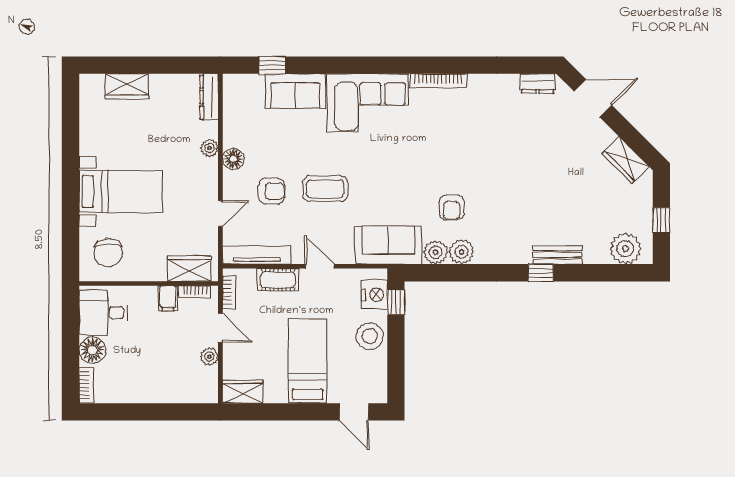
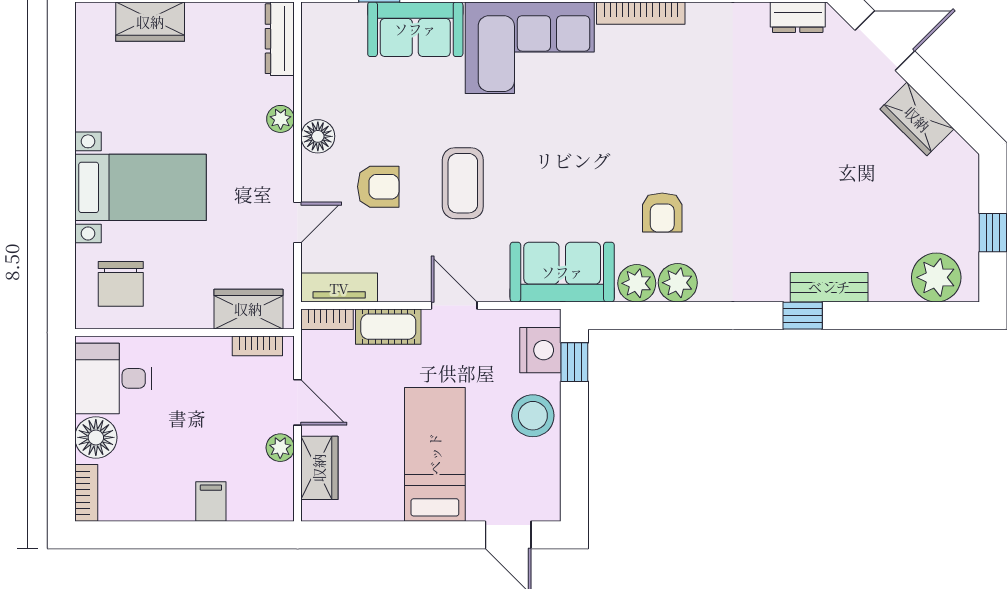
wardrobe: (625, 160) -> (917, 119), moved
coffee table: (325, 189) -> (463, 183), turned 90
tv unit: (257, 255) -> (339, 288), width x0.71
bookcase: (229, 292) -> (327, 319), moved, turned 90
filing cabinet: (168, 298) -> (211, 502), moved, turned 180
wardrobe: (243, 392) -> (319, 468), moved, turned 90

